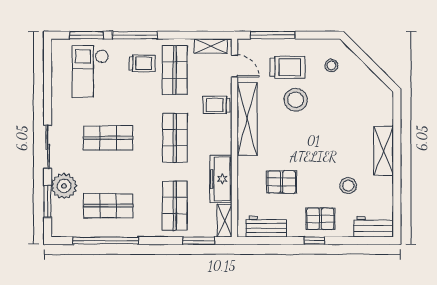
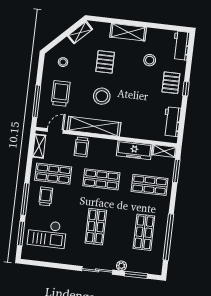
shelving: (375, 84) -> (80, 32), added
stool: (296, 100) -> (102, 96), moved
pallet: (282, 182) -> (105, 62), moved
plant: (64, 186) -> (122, 266), width x0.53, depth x0.53

